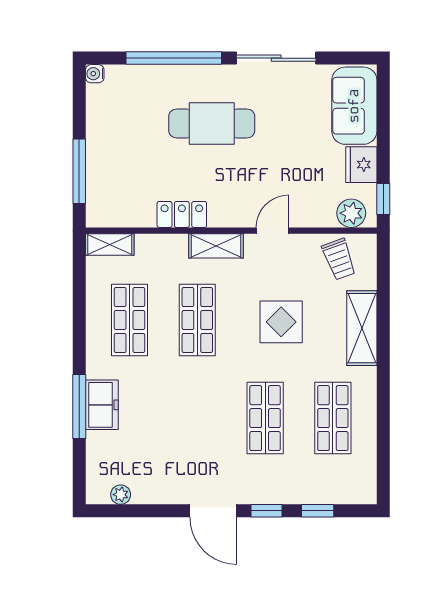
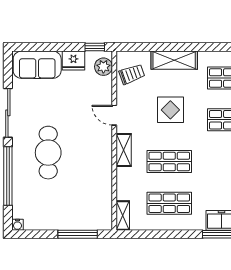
locker: (182, 214) -> (104, 171), removed

